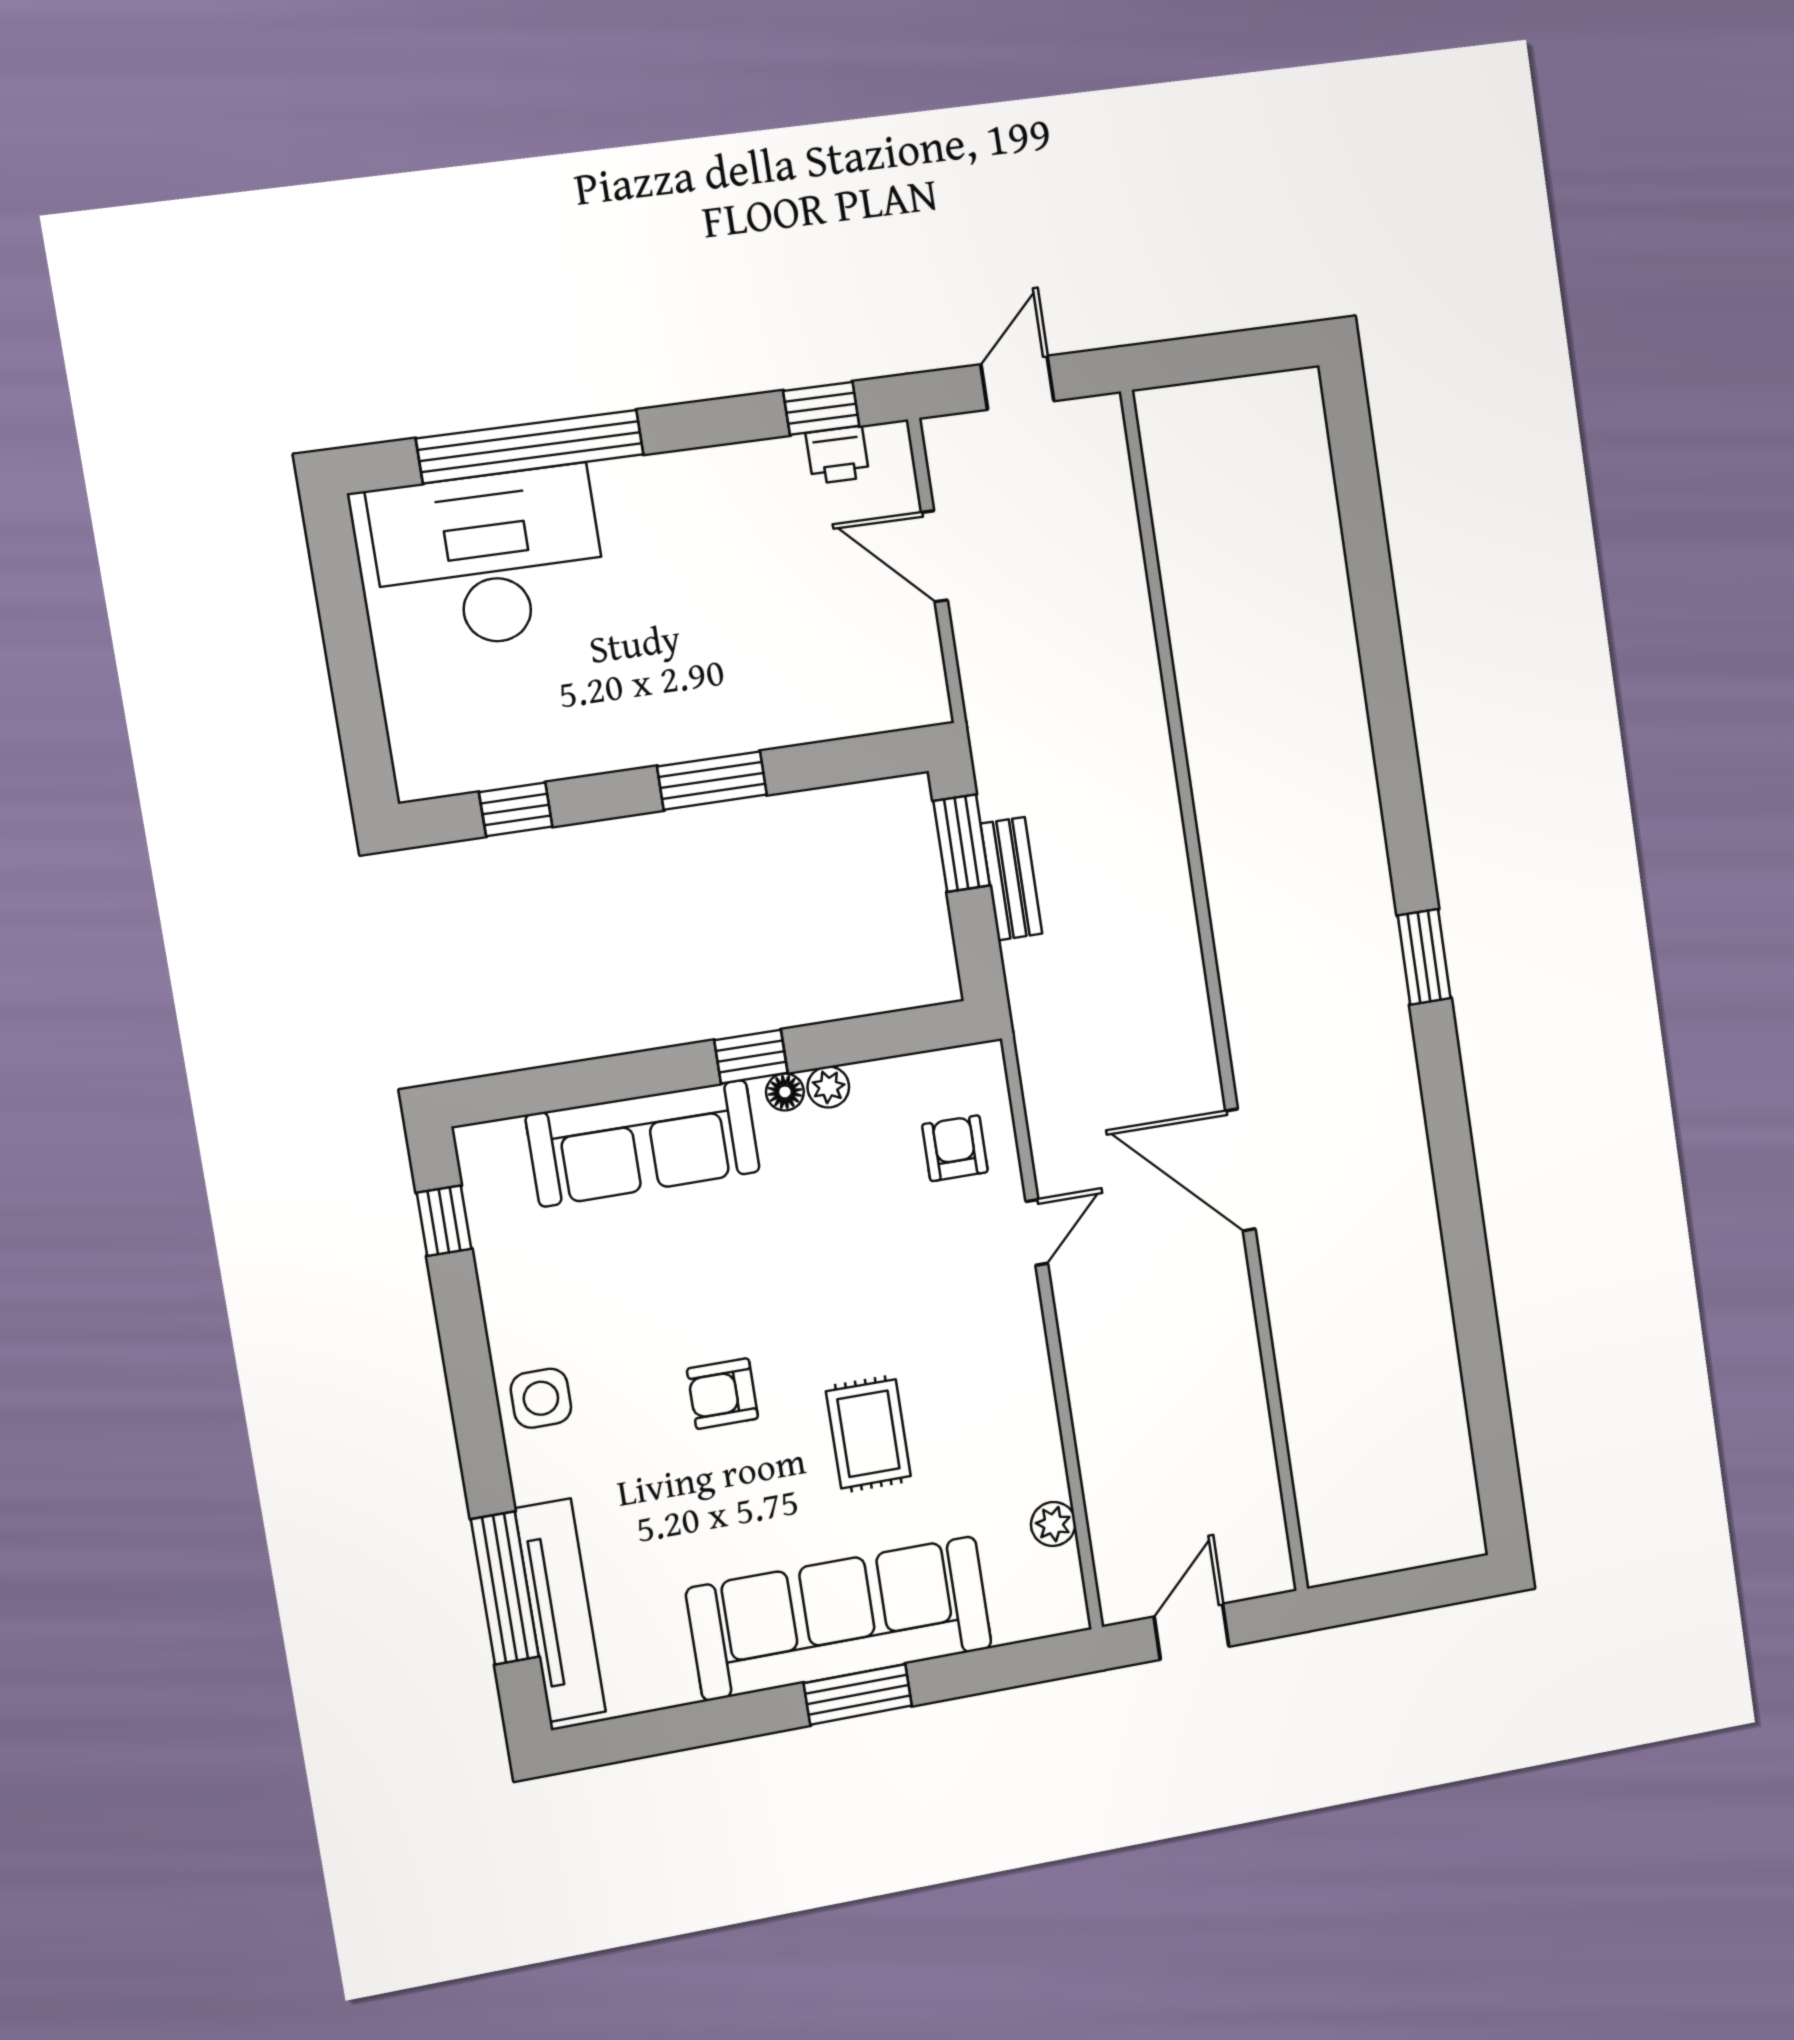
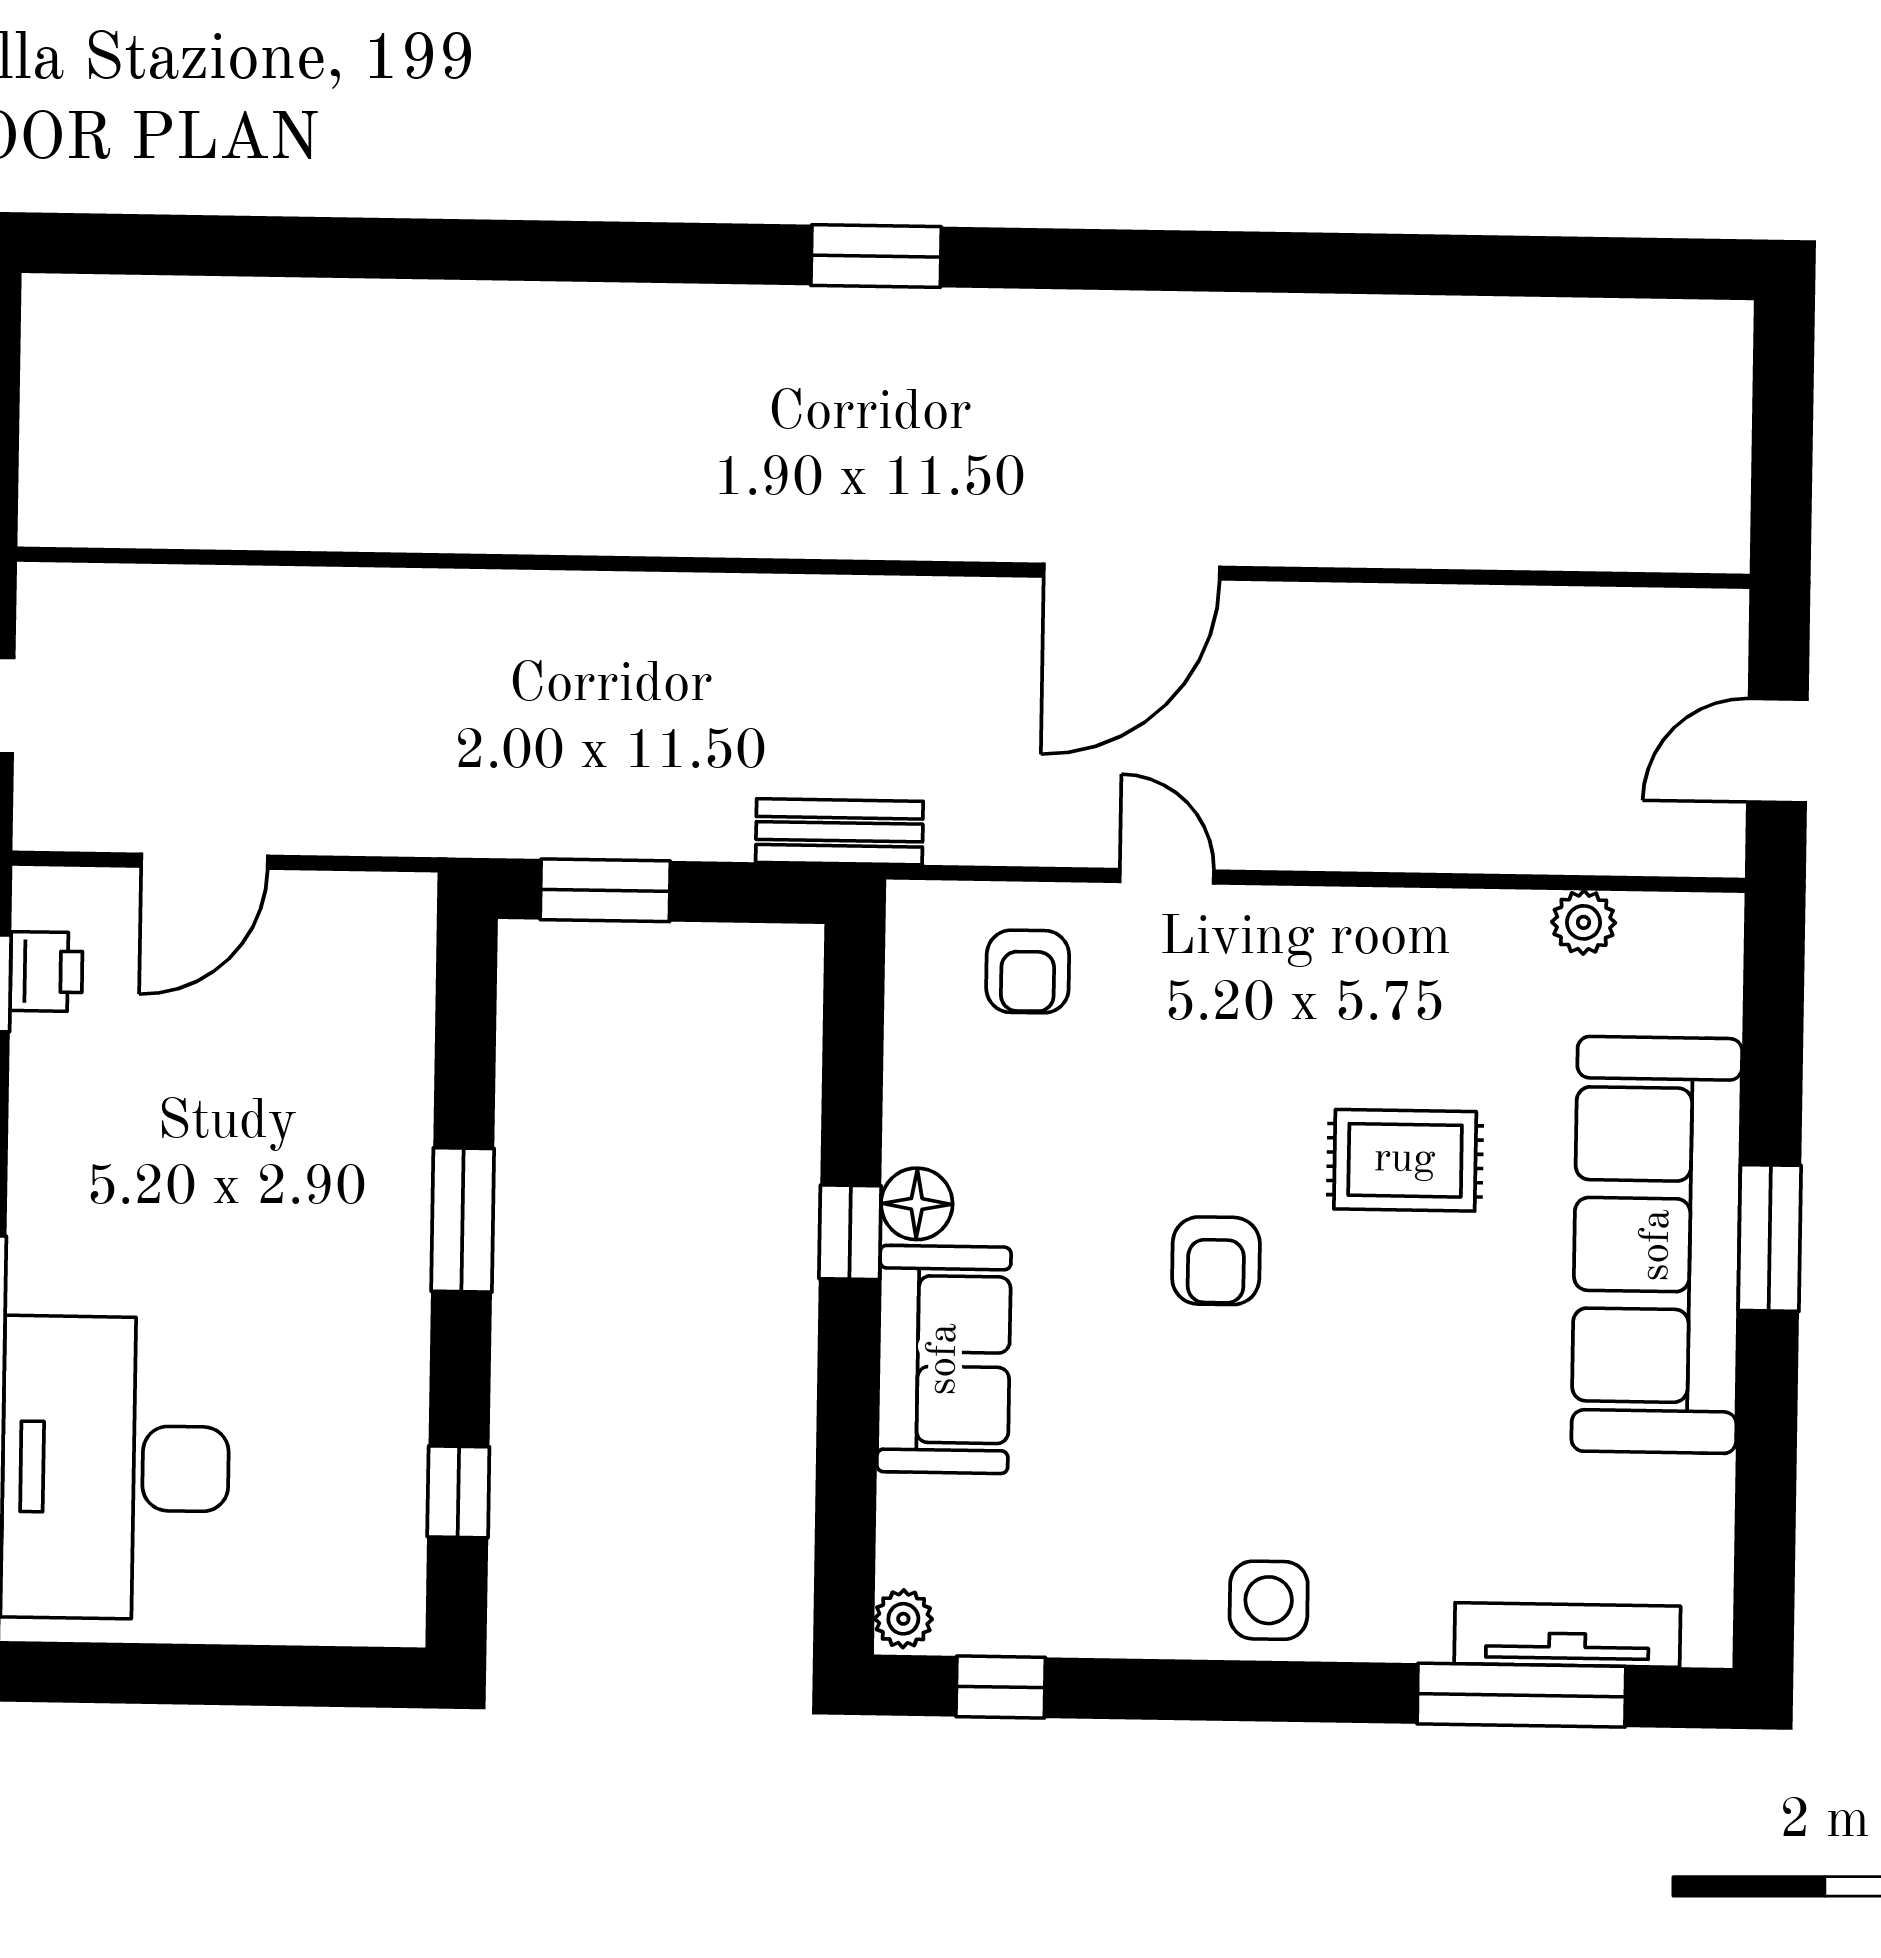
bench: (1011, 879) -> (839, 832), moved
plant: (828, 1087) -> (903, 1619), moved
floor lamp: (785, 1092) -> (917, 1204), width x1.37, depth x1.37
sofa: (643, 1143) -> (944, 1359), width x0.73
armchair: (955, 1148) -> (1028, 972), turned -90
armchair: (722, 1394) -> (1216, 1261), moved
tv unit: (560, 1610) -> (1567, 1635), width x0.73, depth x0.78
door: (1192, 1632) -> (1777, 751), hinge flipped

